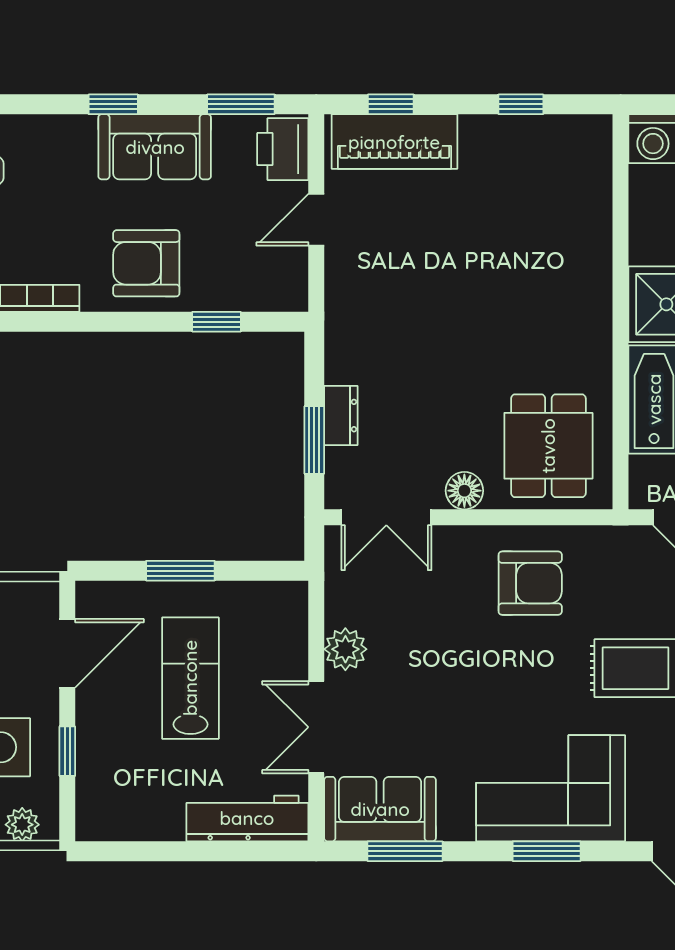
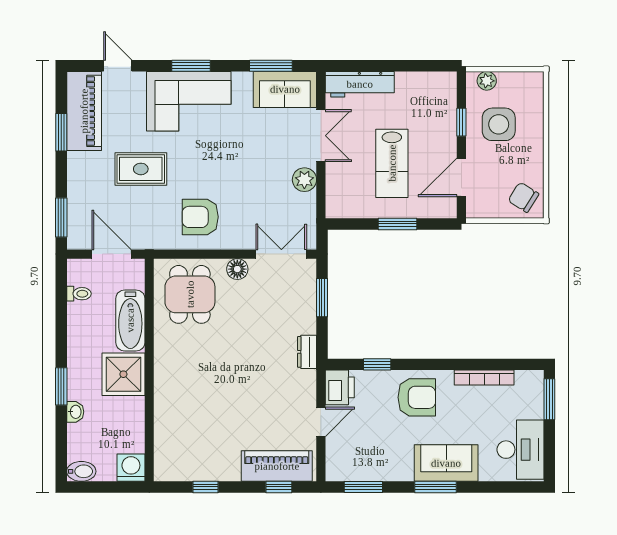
window: (113, 104) -> (435, 487), width x1.50
sofa: (155, 147) -> (446, 463), moved
printer: (283, 149) -> (340, 387), moved
dresser: (341, 416) -> (307, 352), moved

